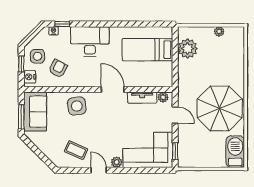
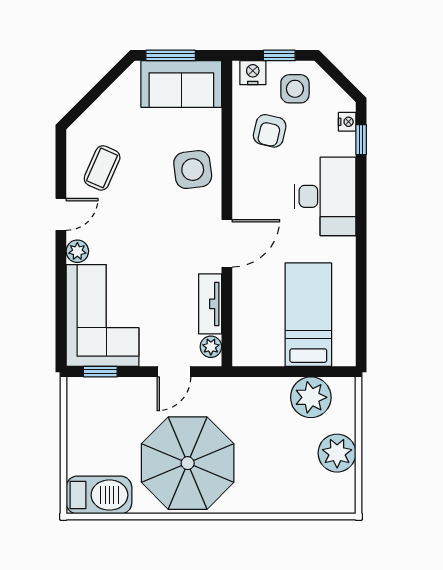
plant: (219, 31) -> (337, 453), width x1.87, depth x1.87
armchair: (58, 69) -> (270, 131), turned 75

